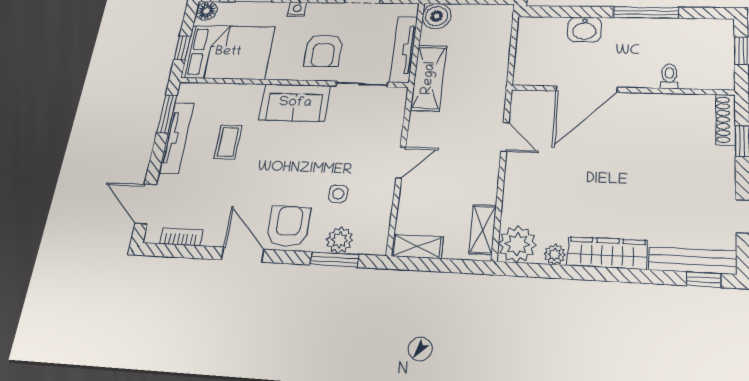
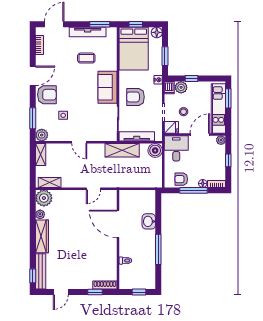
plant: (340, 240) -> (42, 135), moved

